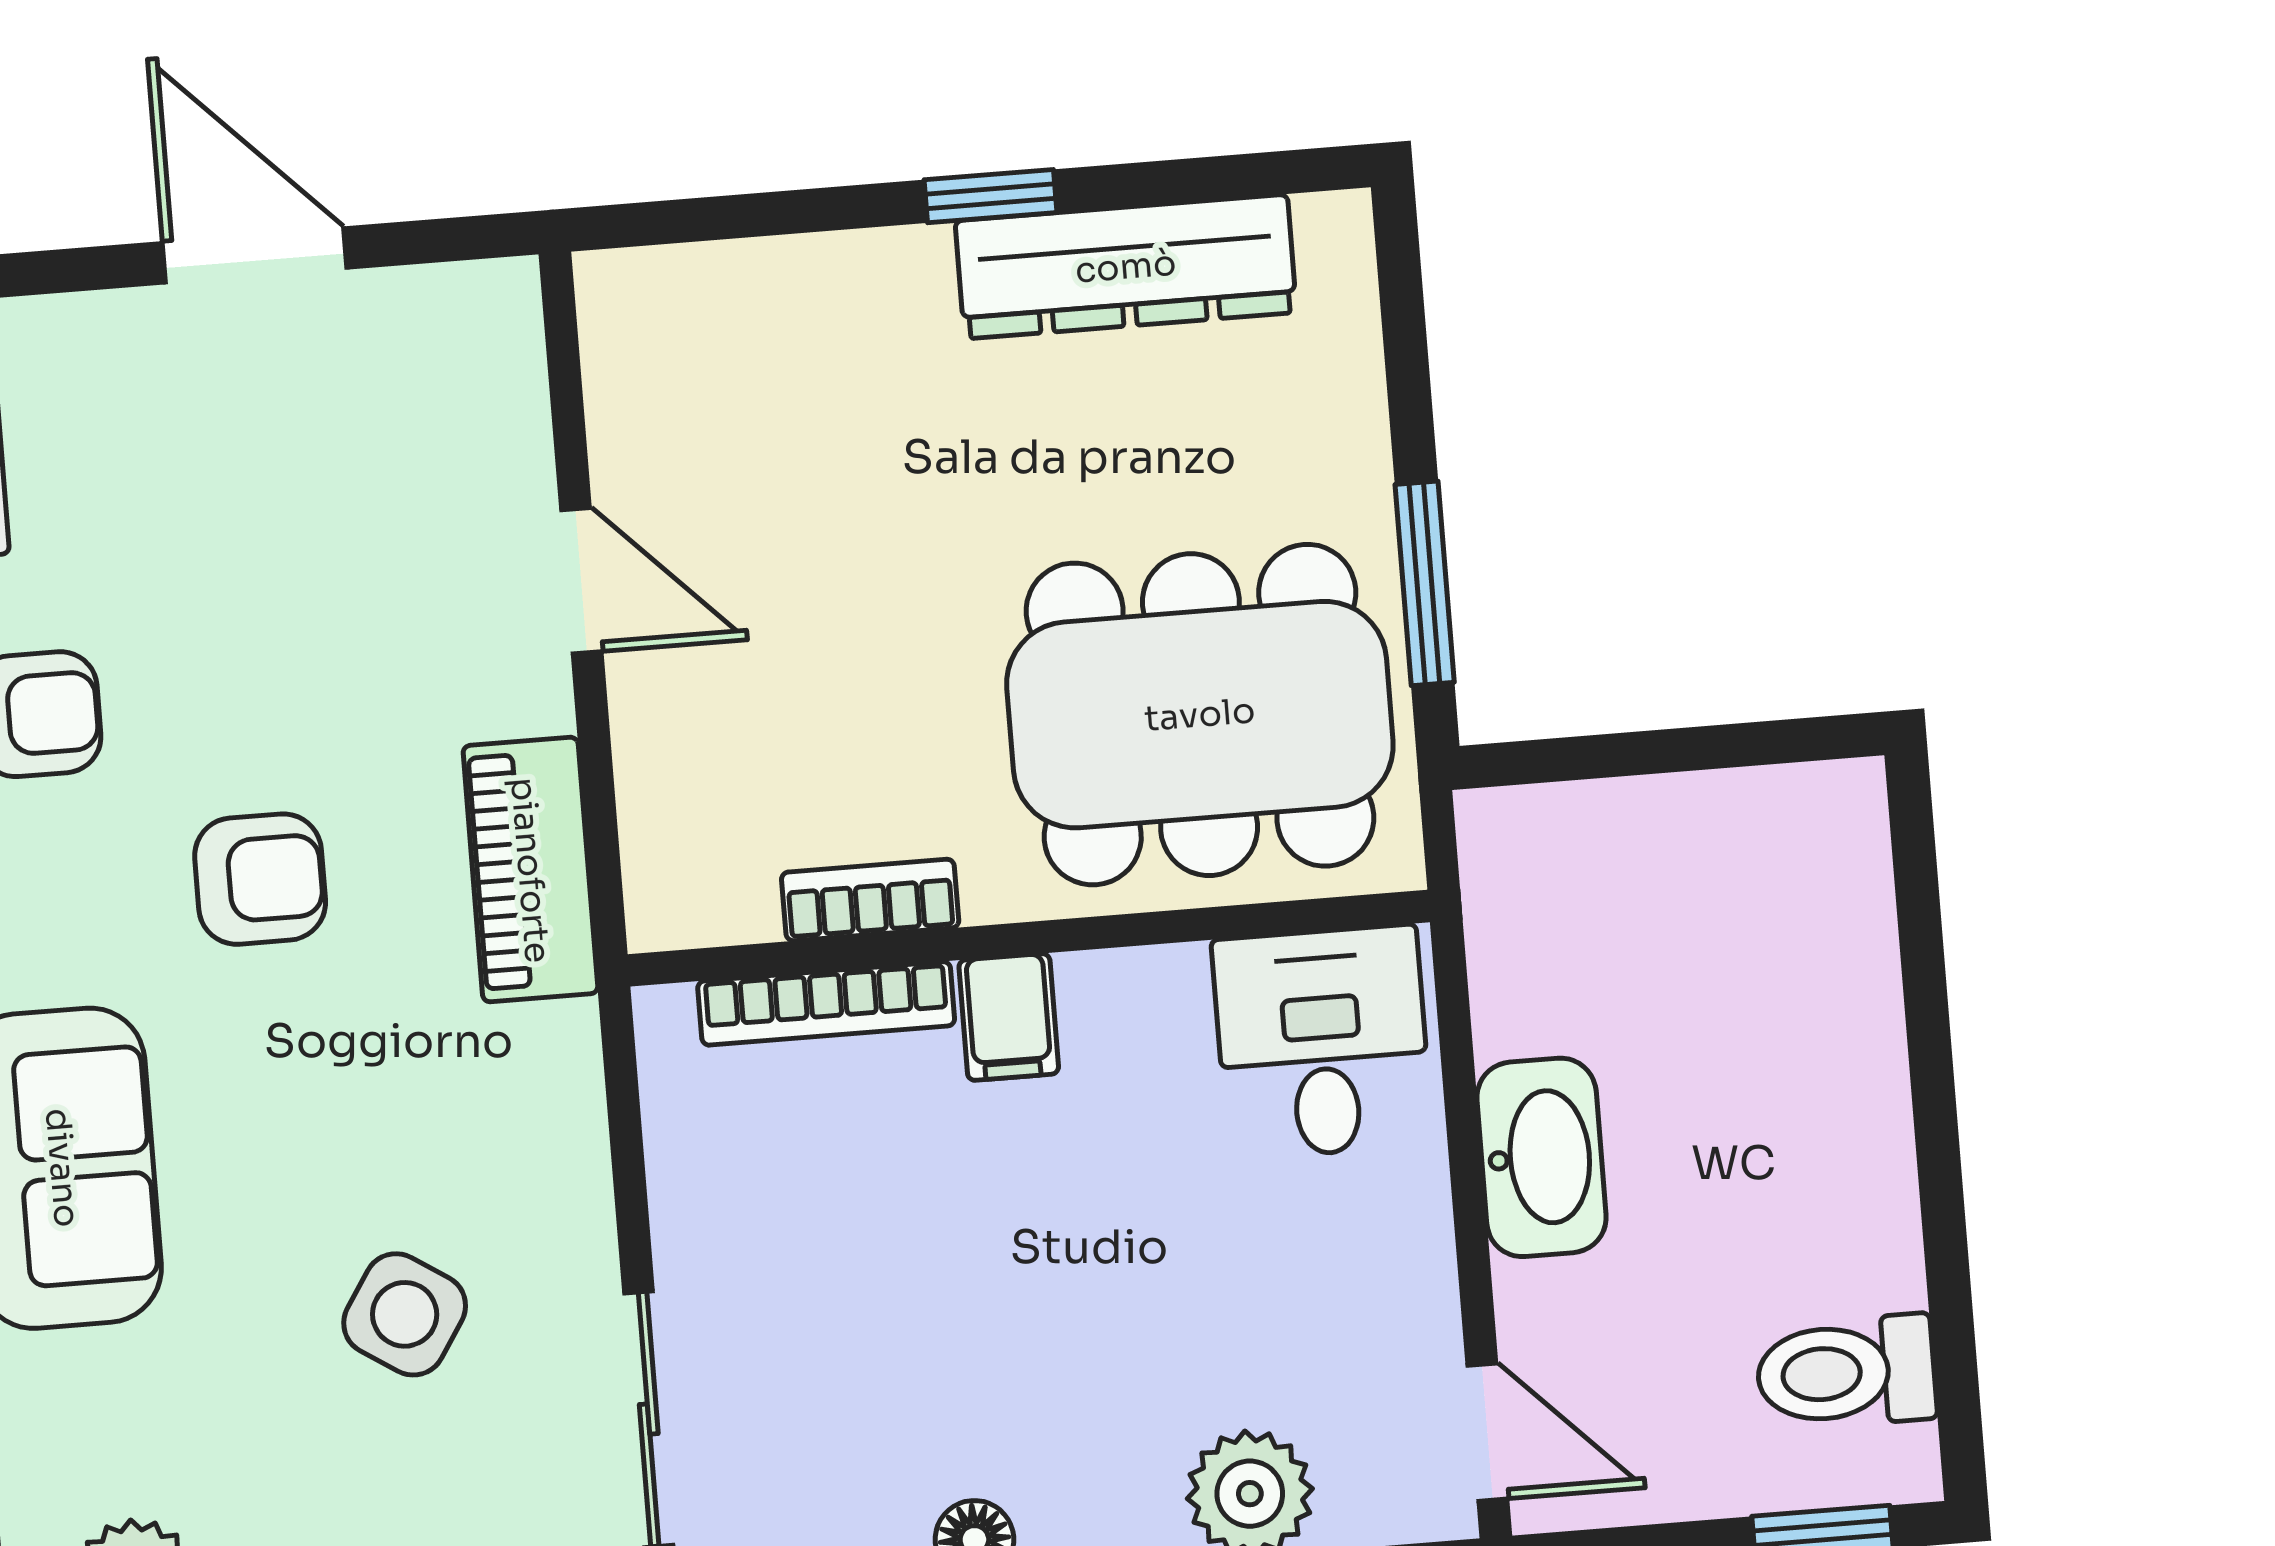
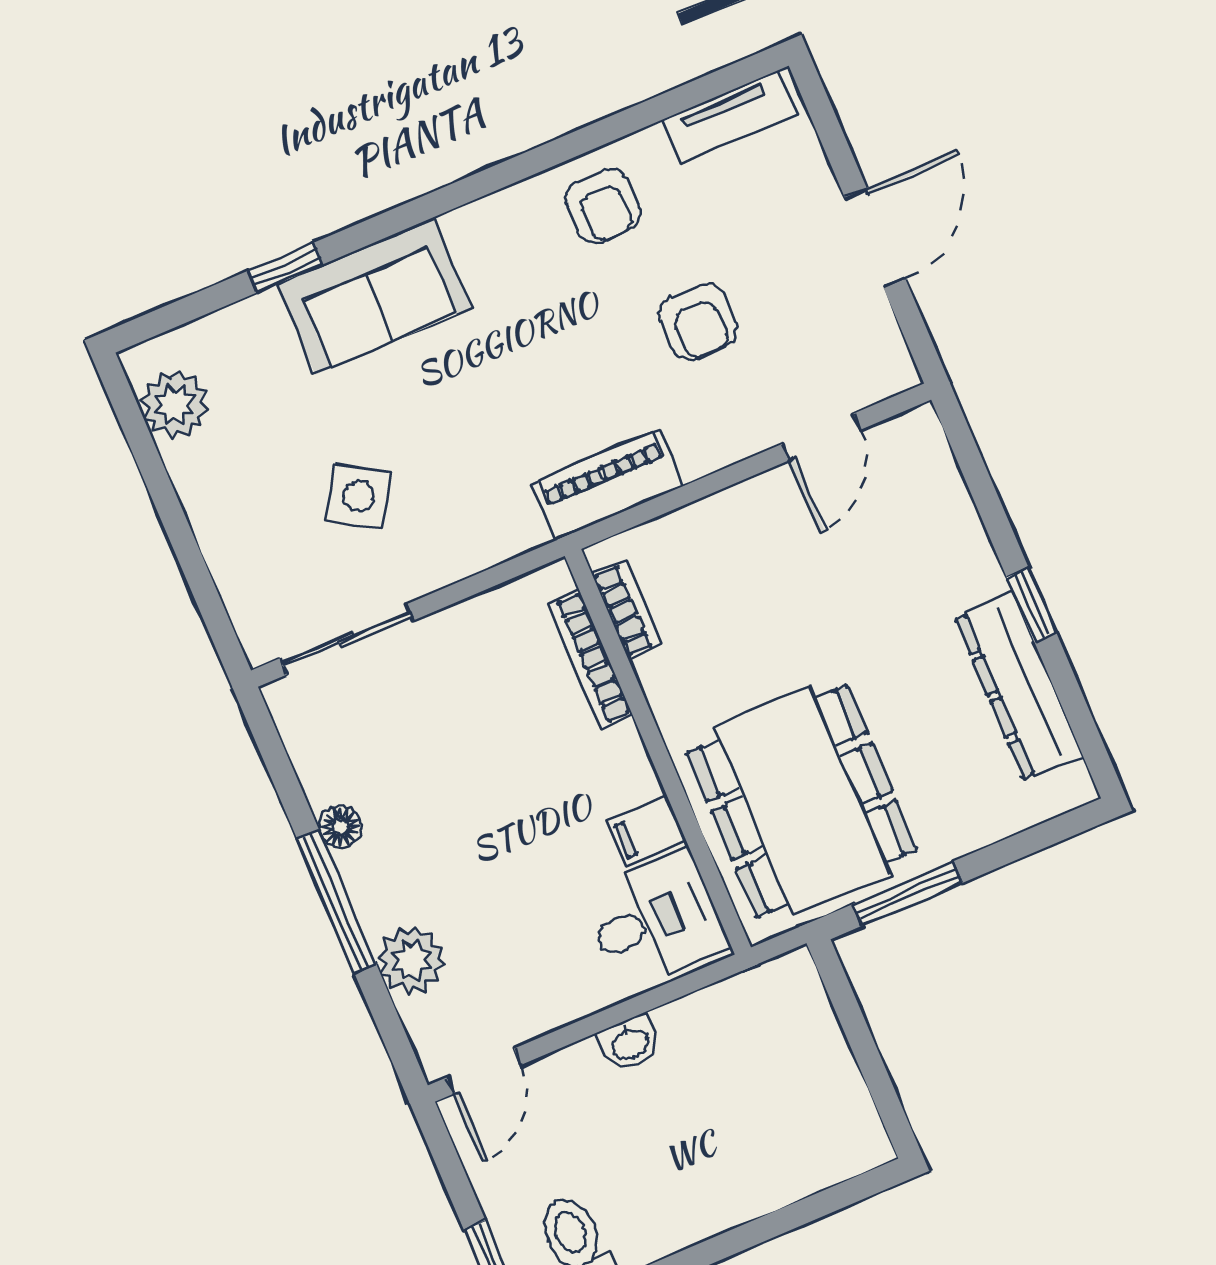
door: (581, 581) -> (821, 437), moved
armchair: (260, 879) -> (698, 322), moved
bookcase: (870, 900) -> (627, 610), moved
filing cabinet: (1009, 1017) -> (647, 831), moved
washbasin: (1542, 1157) -> (630, 1043), width x0.52, depth x0.69

